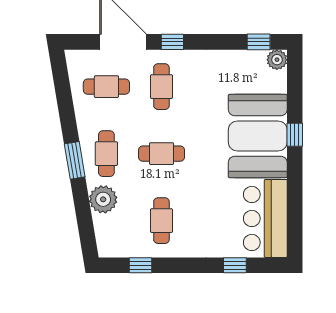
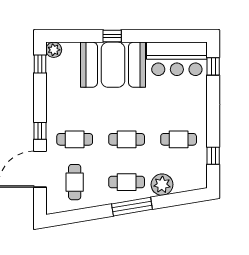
cafe table: (161, 154) -> (127, 139), turned 90
window: (75, 160) -> (132, 207), width x1.44
window: (235, 265) -> (213, 66), moved

